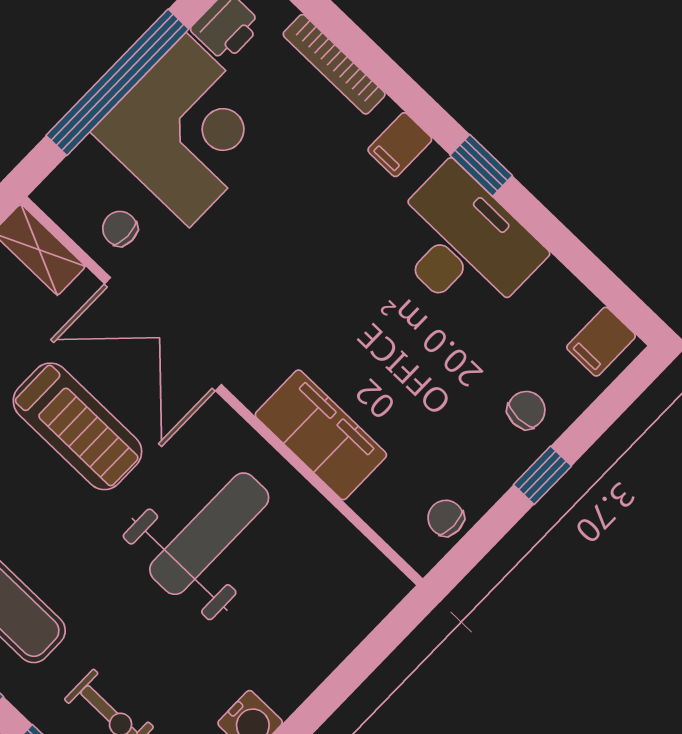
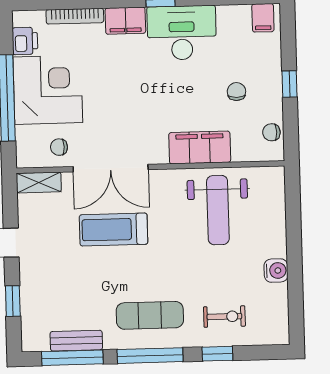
filing cabinet: (400, 145) -> (125, 21), width x2.00
chair: (526, 410) -> (236, 92), moved
treadmill: (77, 426) -> (114, 230), turned 180
weight bench: (209, 534) -> (218, 210), moved, turned 180

